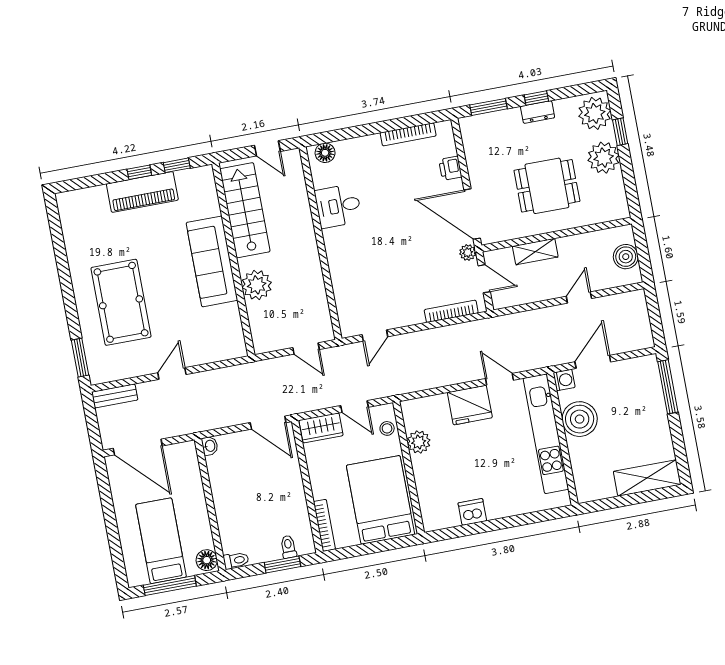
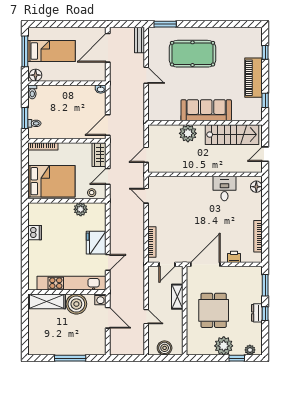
plant: (595, 113) -> (250, 350), width x0.53, depth x0.53
window: (139, 172) -> (265, 52), moved
plant: (468, 253) -> (184, 258), removed
window: (668, 387) -> (70, 358), moved
shelving: (647, 478) -> (47, 301), moved, turned 90

